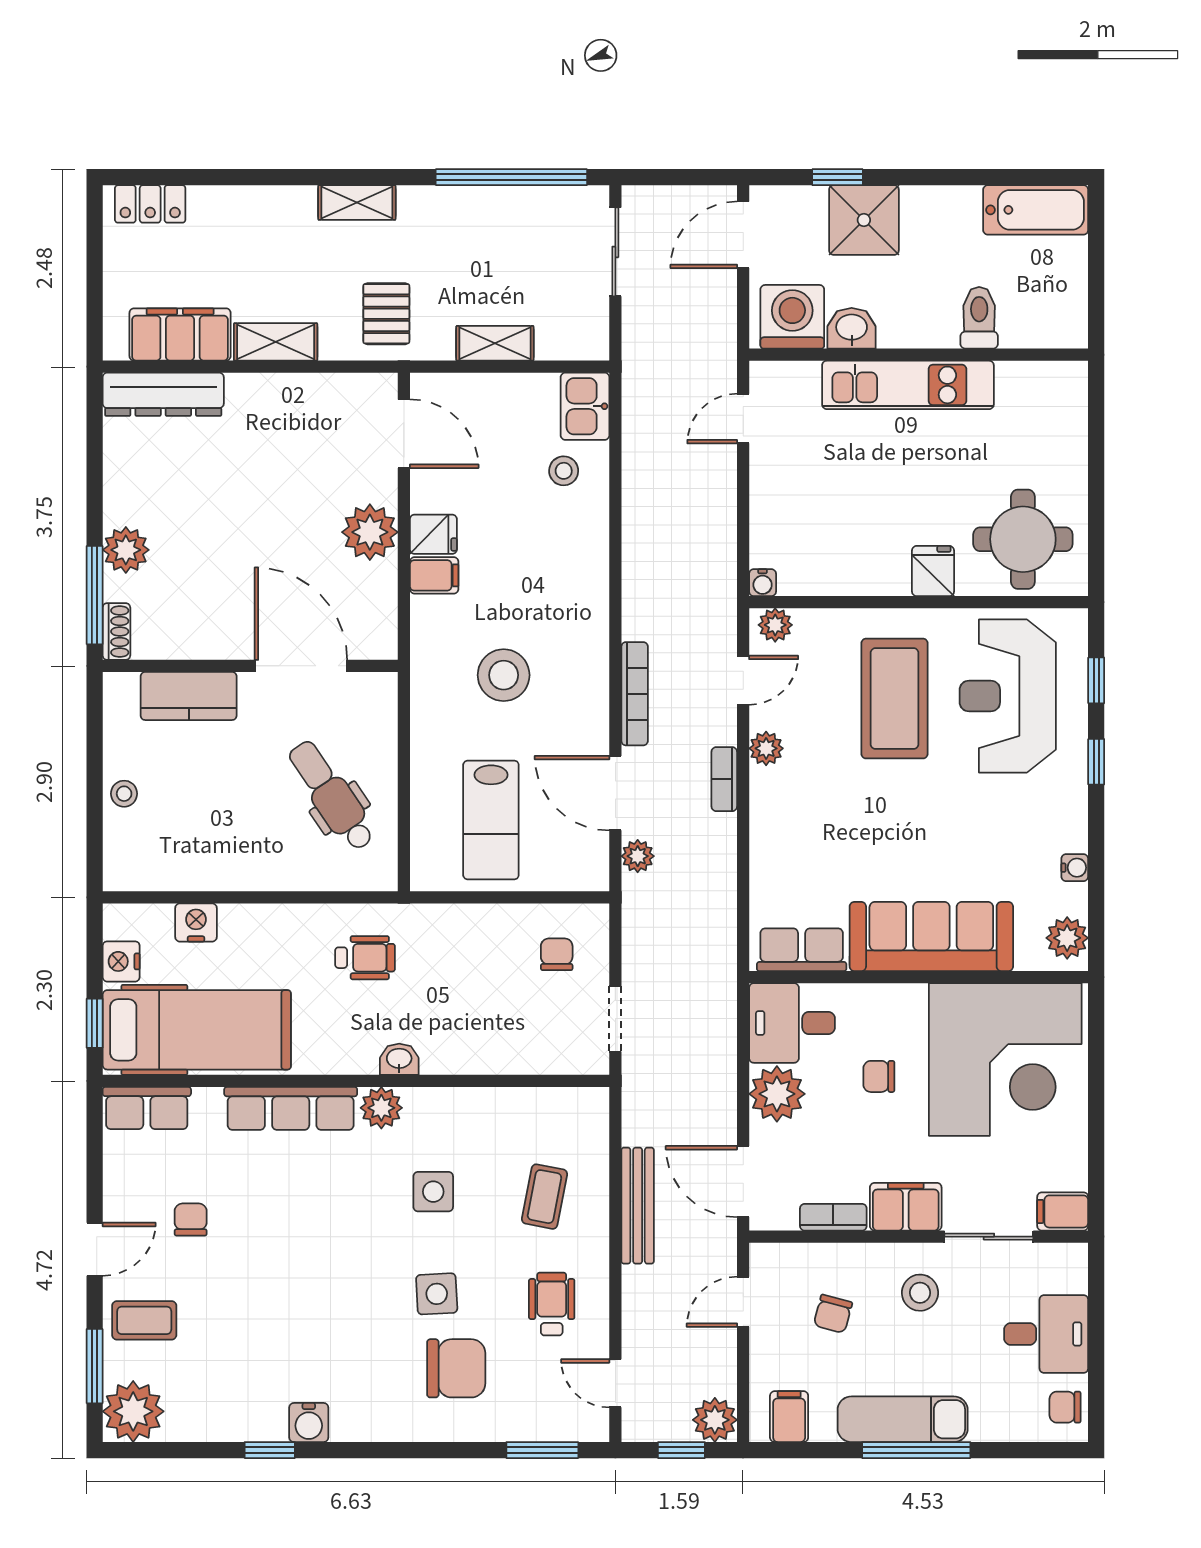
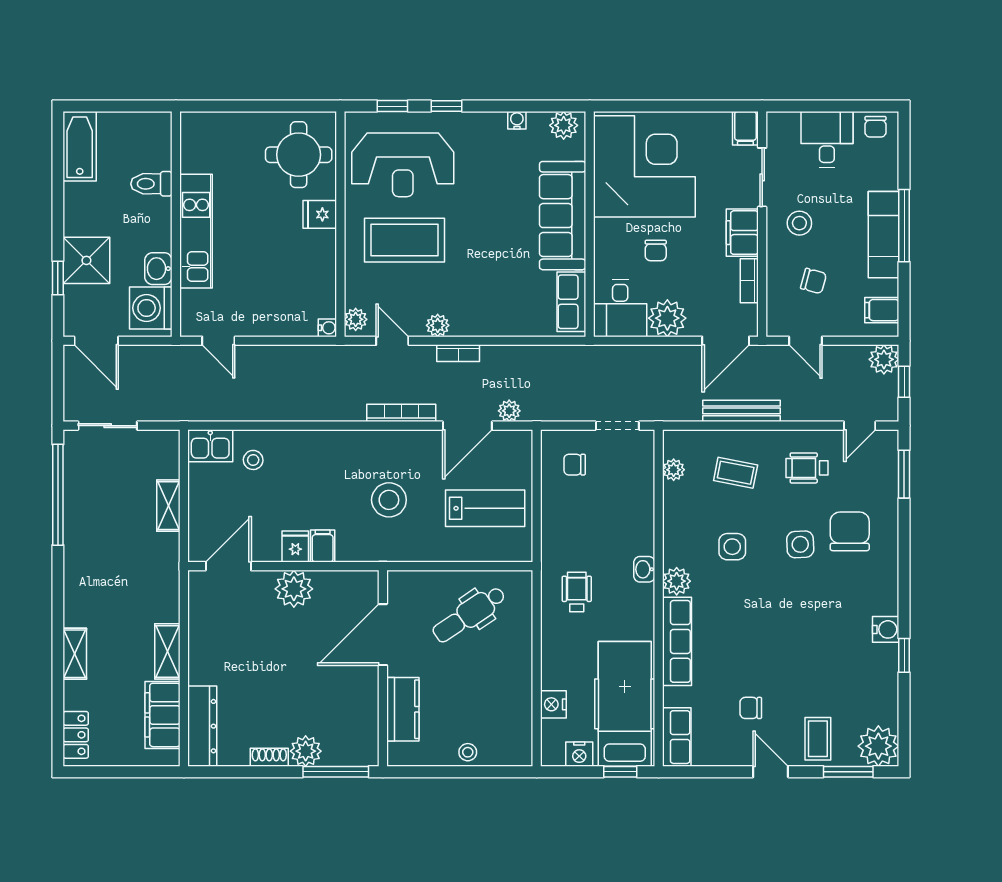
shelving: (357, 203) -> (75, 654), moved
pallet: (386, 314) -> (149, 578), removed
shoe rack: (116, 631) -> (269, 757), moved
plant: (549, 1103) -> (674, 470), added

